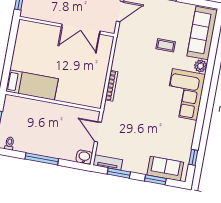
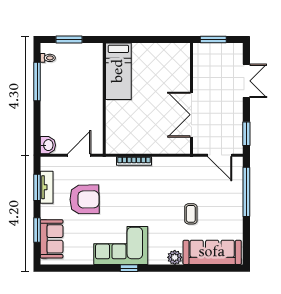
corner sofa: (185, 94) -> (121, 245), moved
armchair: (137, 134) -> (84, 199), added
window: (193, 157) -> (129, 268), moved
window: (42, 159) -> (37, 82), moved
tv unit: (108, 162) -> (47, 187), moved

